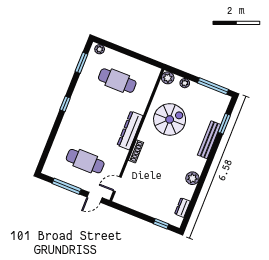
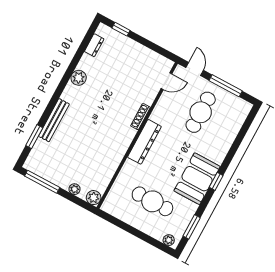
booth: (82, 104) -> (197, 179), added
spiral stairs: (170, 119) -> (97, 149), removed
cafe table: (85, 161) -> (201, 112), turned 90
door: (95, 197) -> (195, 69), hinge flipped

